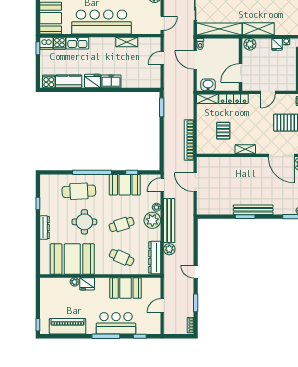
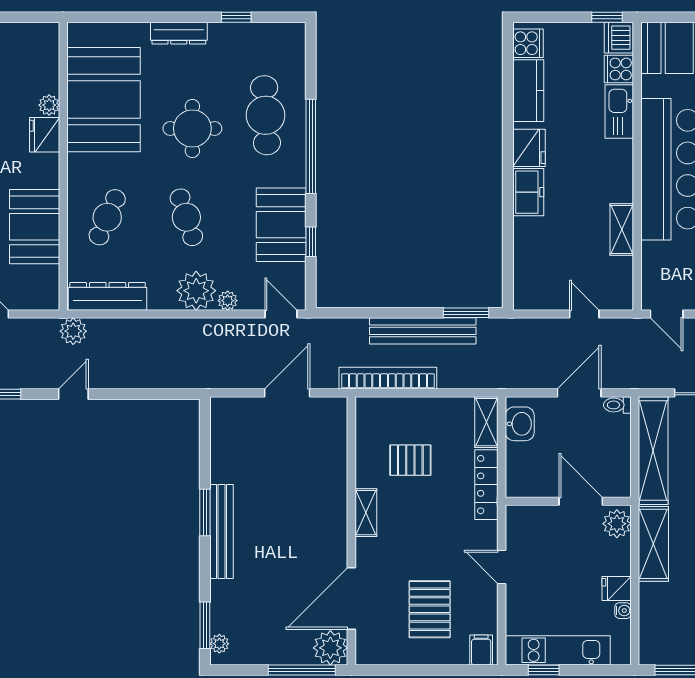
door: (240, 73) -> (581, 501), moved
bench: (169, 221) -> (423, 331), moved
plant: (169, 249) -> (73, 331), moved

